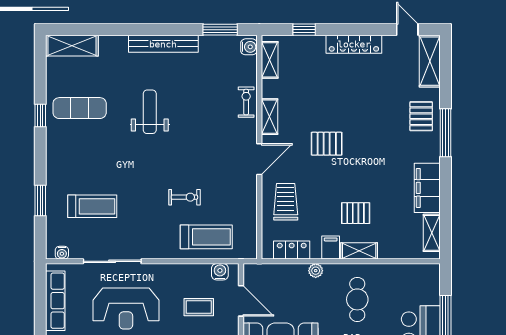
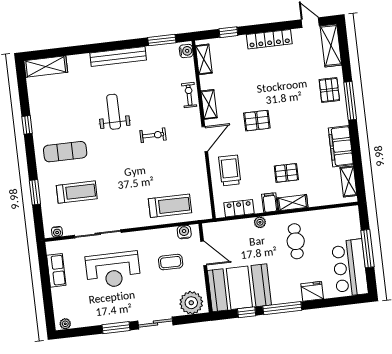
exercise mat: (80, 108) -> (65, 152), moved
exercise bike: (184, 197) -> (153, 135), moved
row of seats: (55, 301) -> (56, 270), width x0.68

